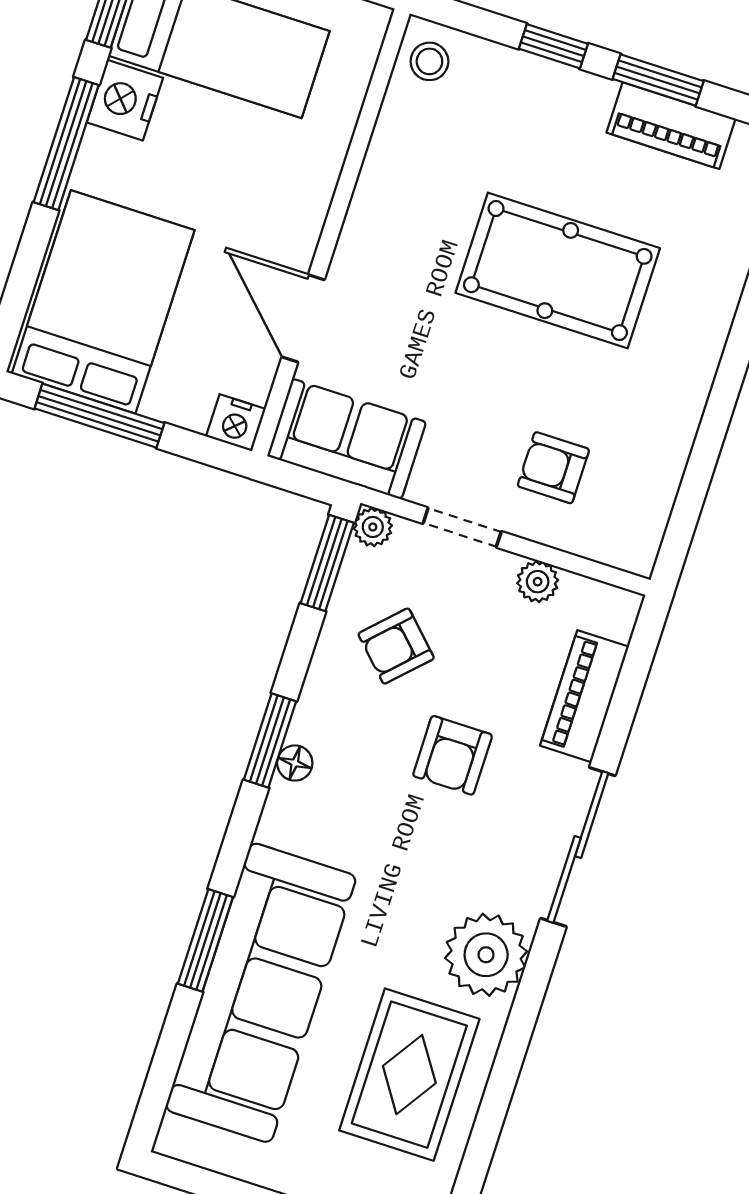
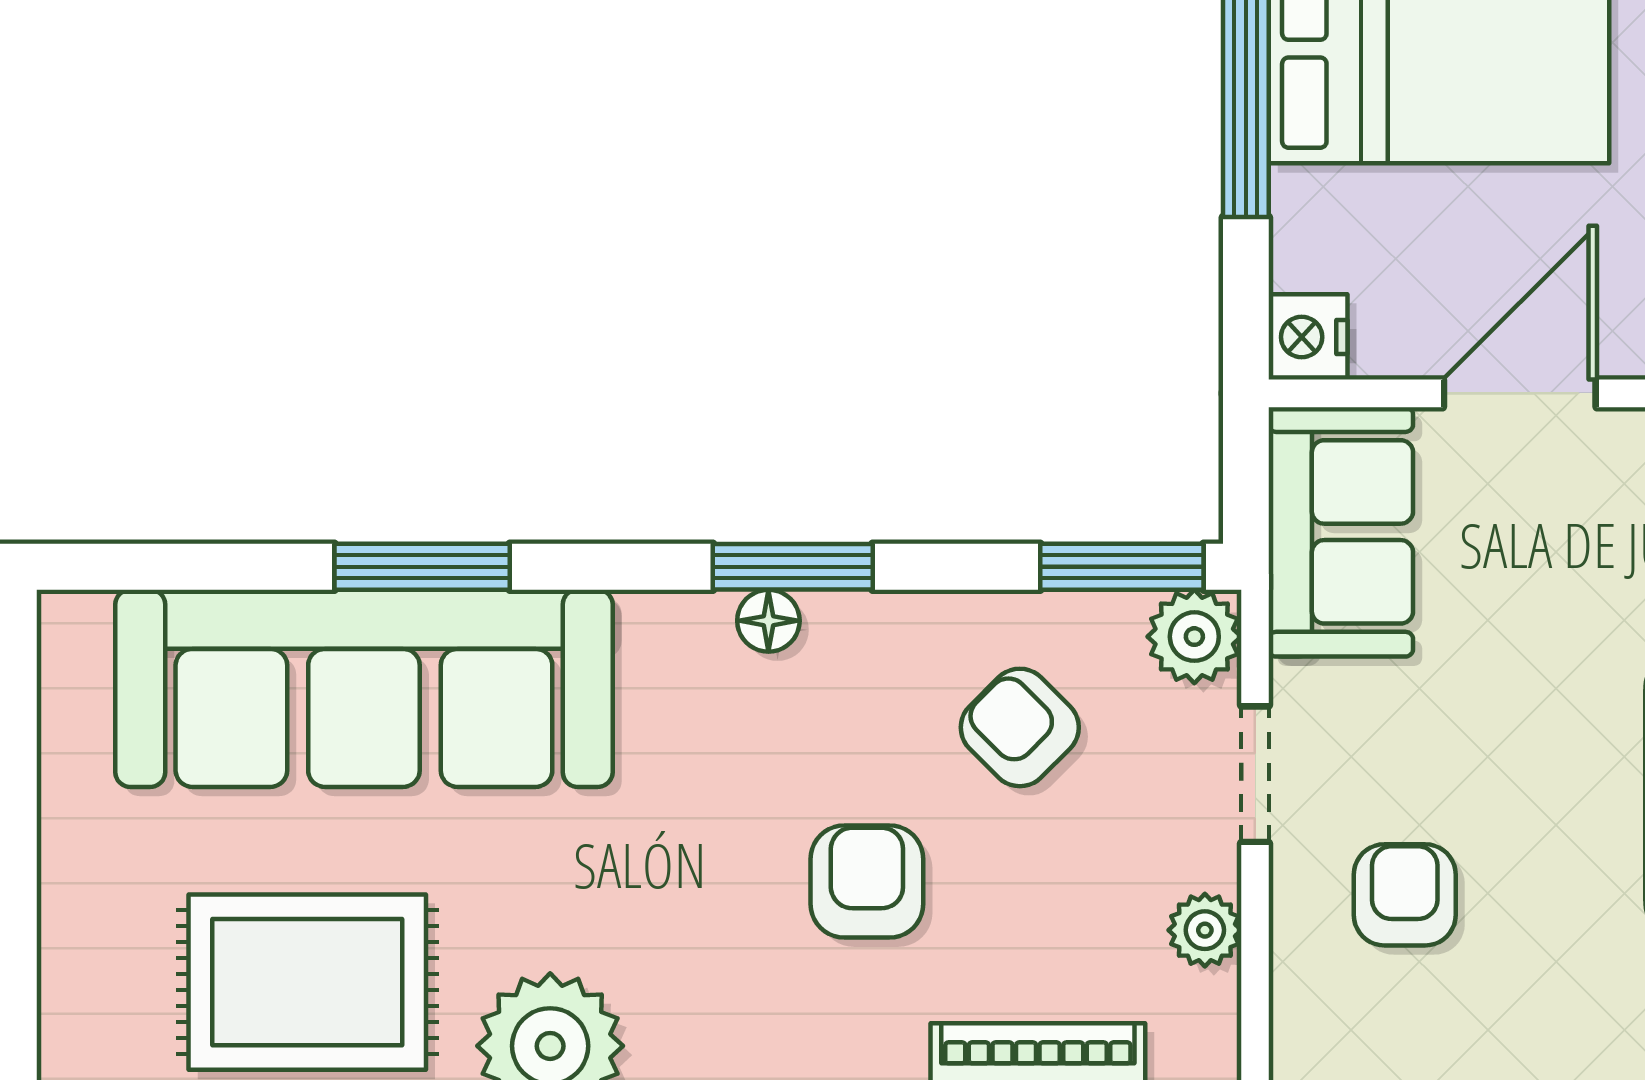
plant: (373, 527) -> (1194, 637), width x1.38, depth x1.38
armchair: (453, 755) -> (867, 882), turned 90

